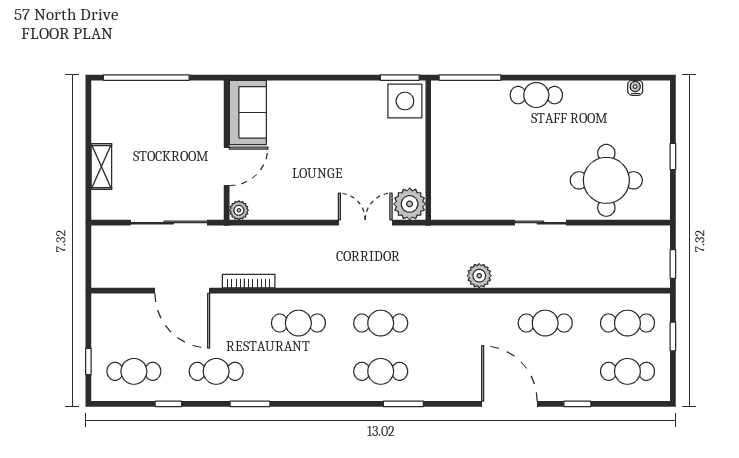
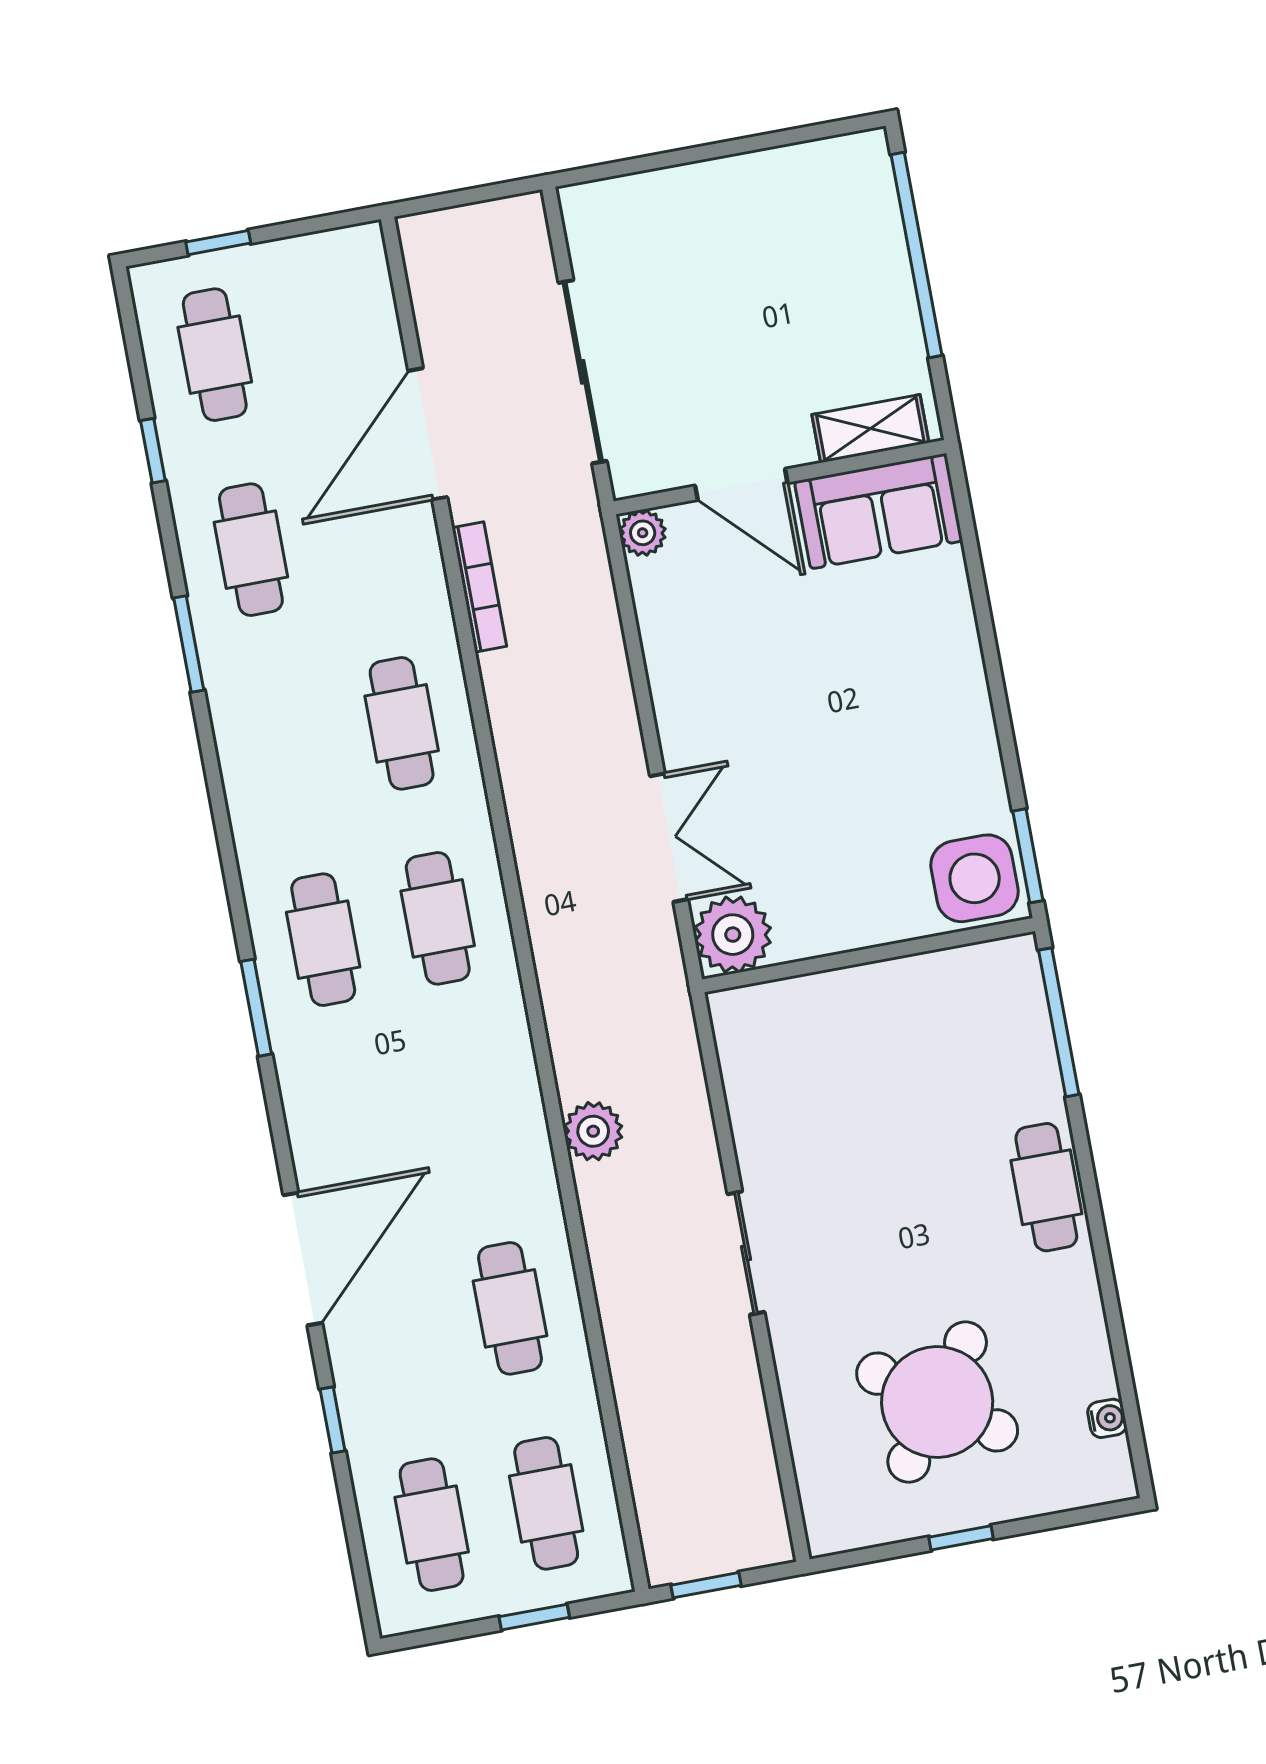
shelving: (101, 167) -> (870, 429), moved
round table: (606, 180) -> (937, 1402), moved, turned 36

